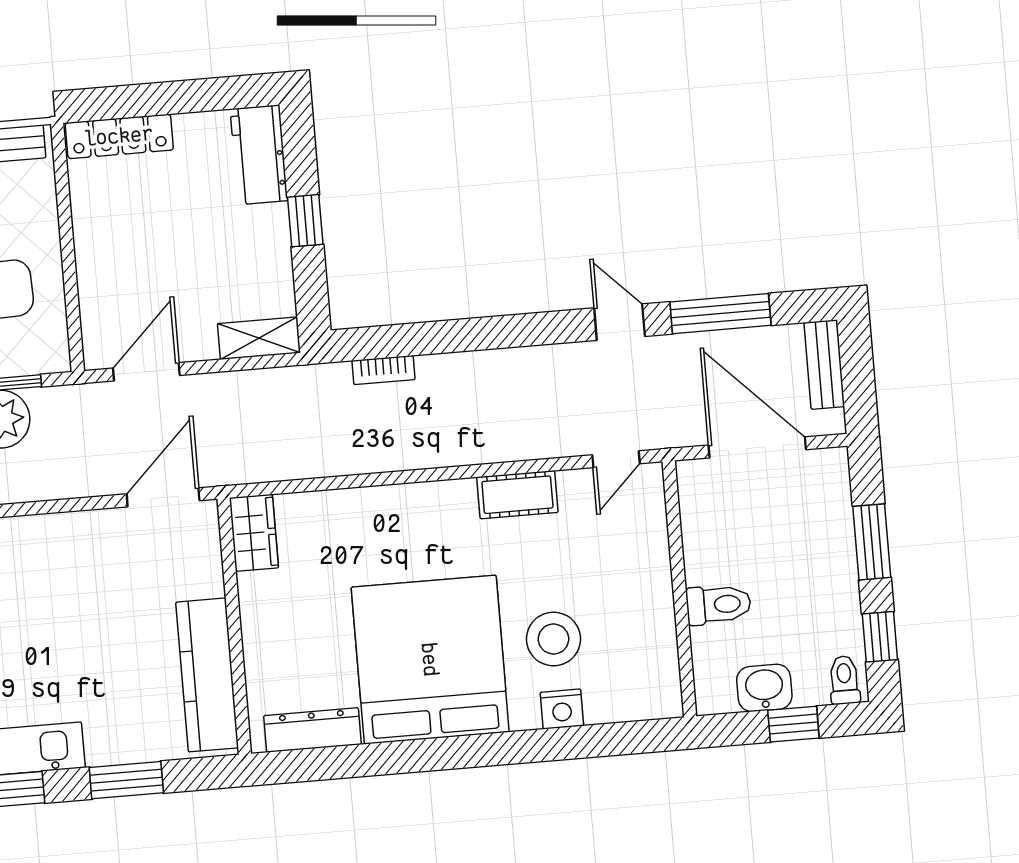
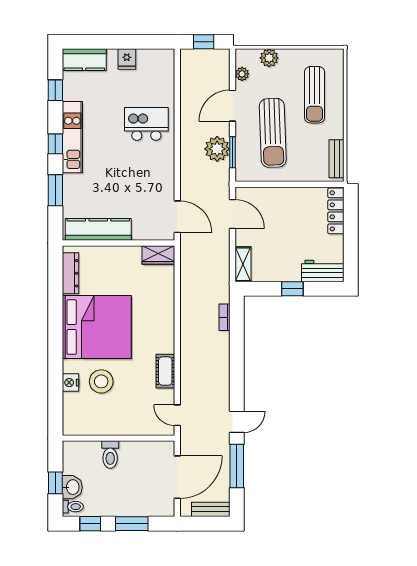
washbasin: (764, 688) -> (72, 487), moved

